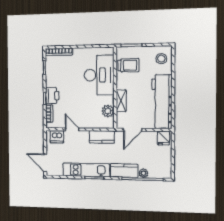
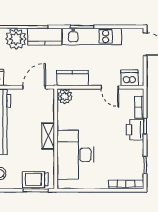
trolley: (128, 65) -> (35, 179), moved
shelving: (121, 101) -> (48, 136), moved
plant: (108, 111) -> (65, 96), moved
plant: (143, 173) -> (16, 39), width x1.87, depth x1.87

